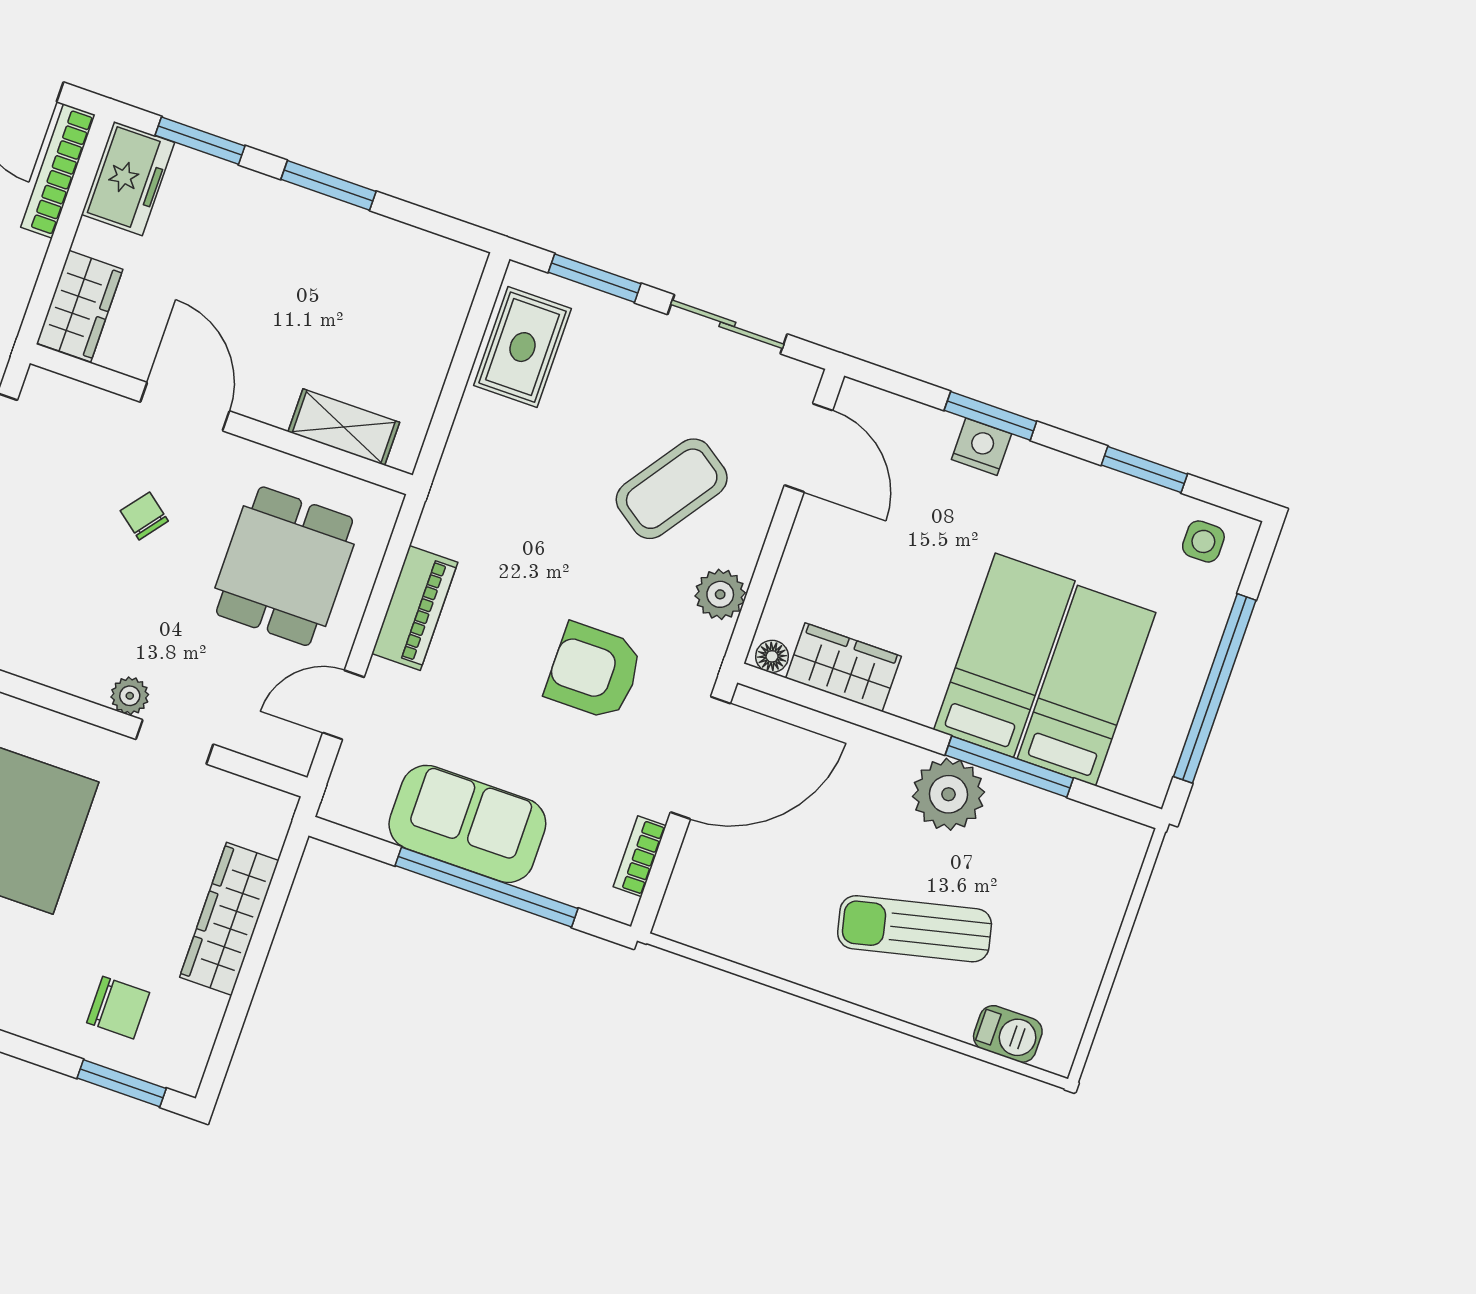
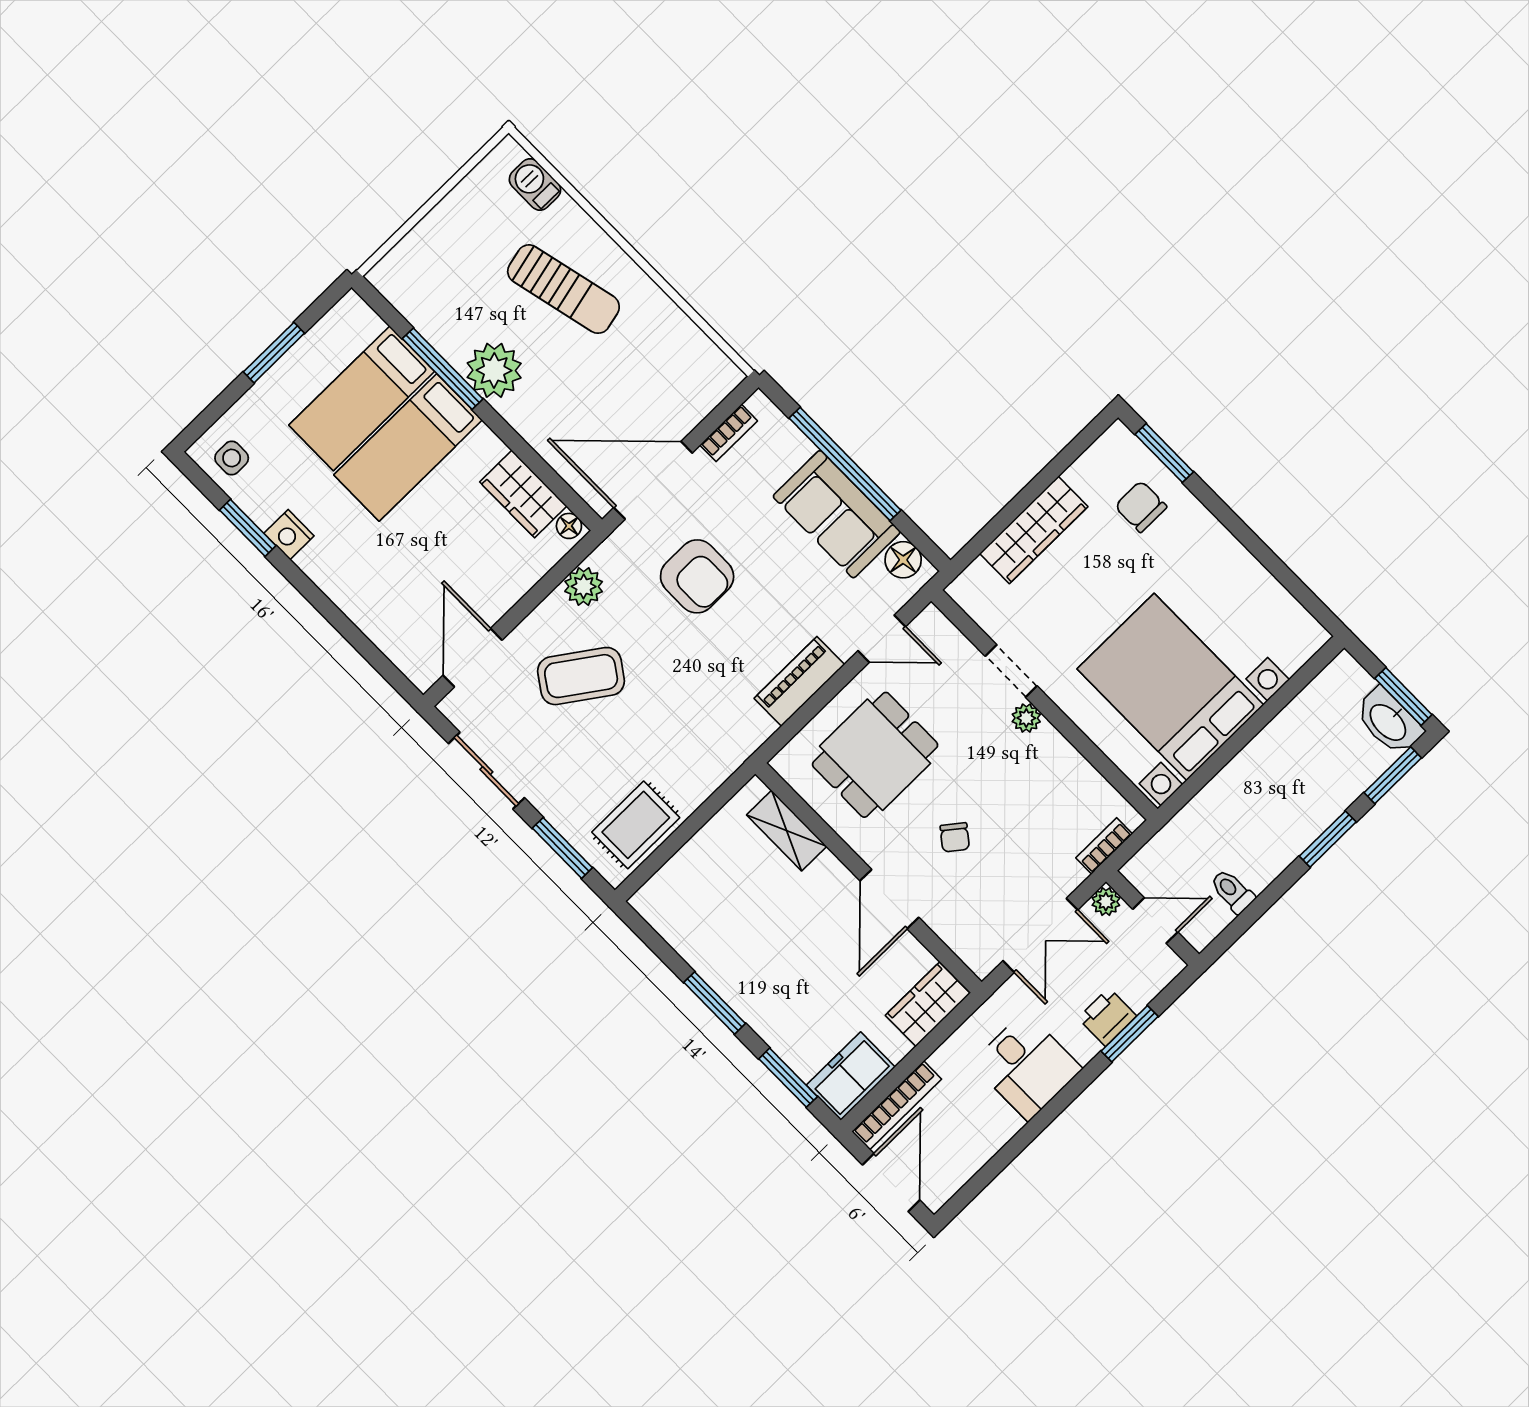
window: (990, 416) -> (336, 618), removed
nightstand: (981, 447) -> (289, 535), moved
window: (1215, 688) -> (274, 353), width x0.47
floor lamp: (364, 809) -> (903, 560), added

